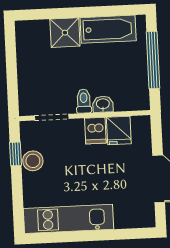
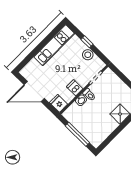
bathtub: (108, 29) -> (105, 130), removed
fridge: (119, 130) -> (59, 103), moved
window: (16, 154) -> (87, 42), moved

